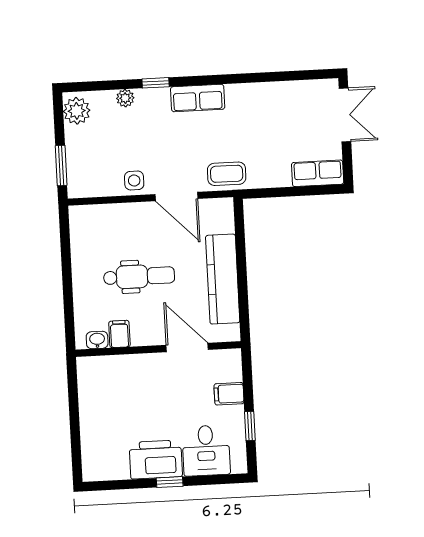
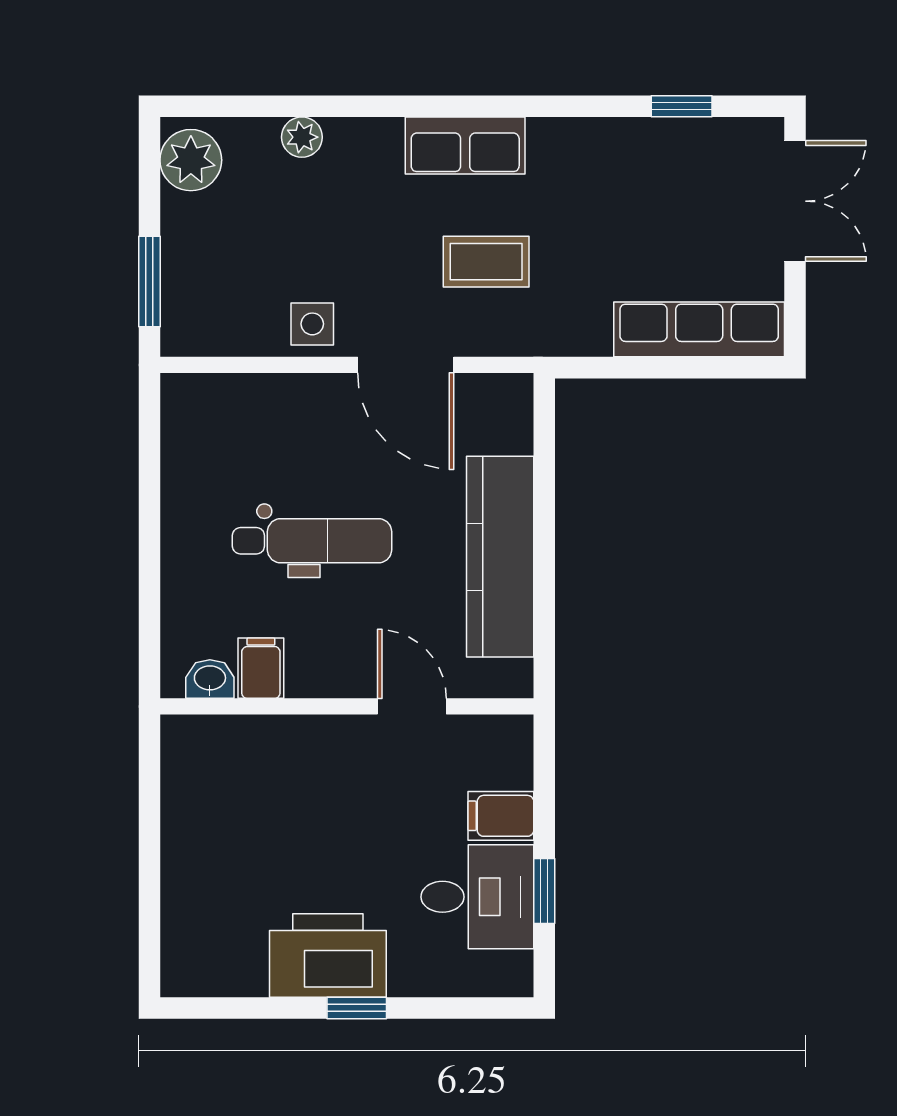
window: (156, 83) -> (682, 106), moved
row of seats: (318, 173) -> (699, 329), width x1.48
coffee table: (227, 174) -> (486, 262), moved
door: (187, 347) -> (412, 706), width x0.73
desk: (206, 450) -> (477, 897), moved, turned -90

